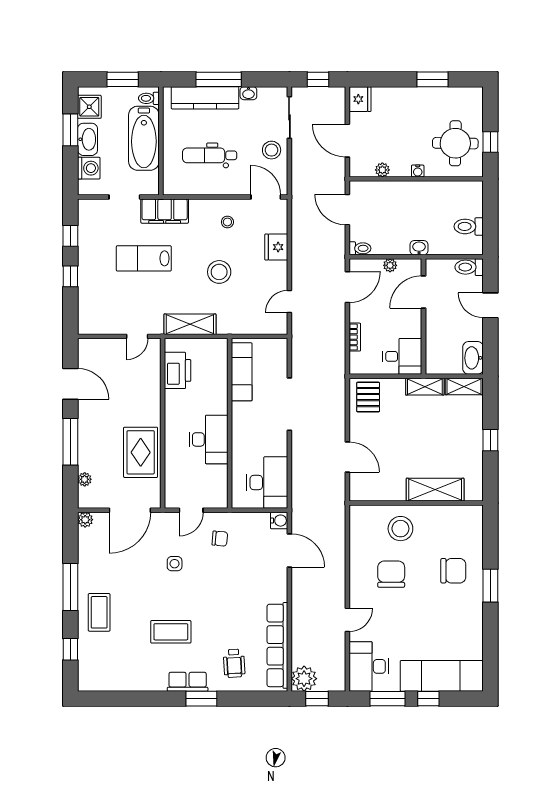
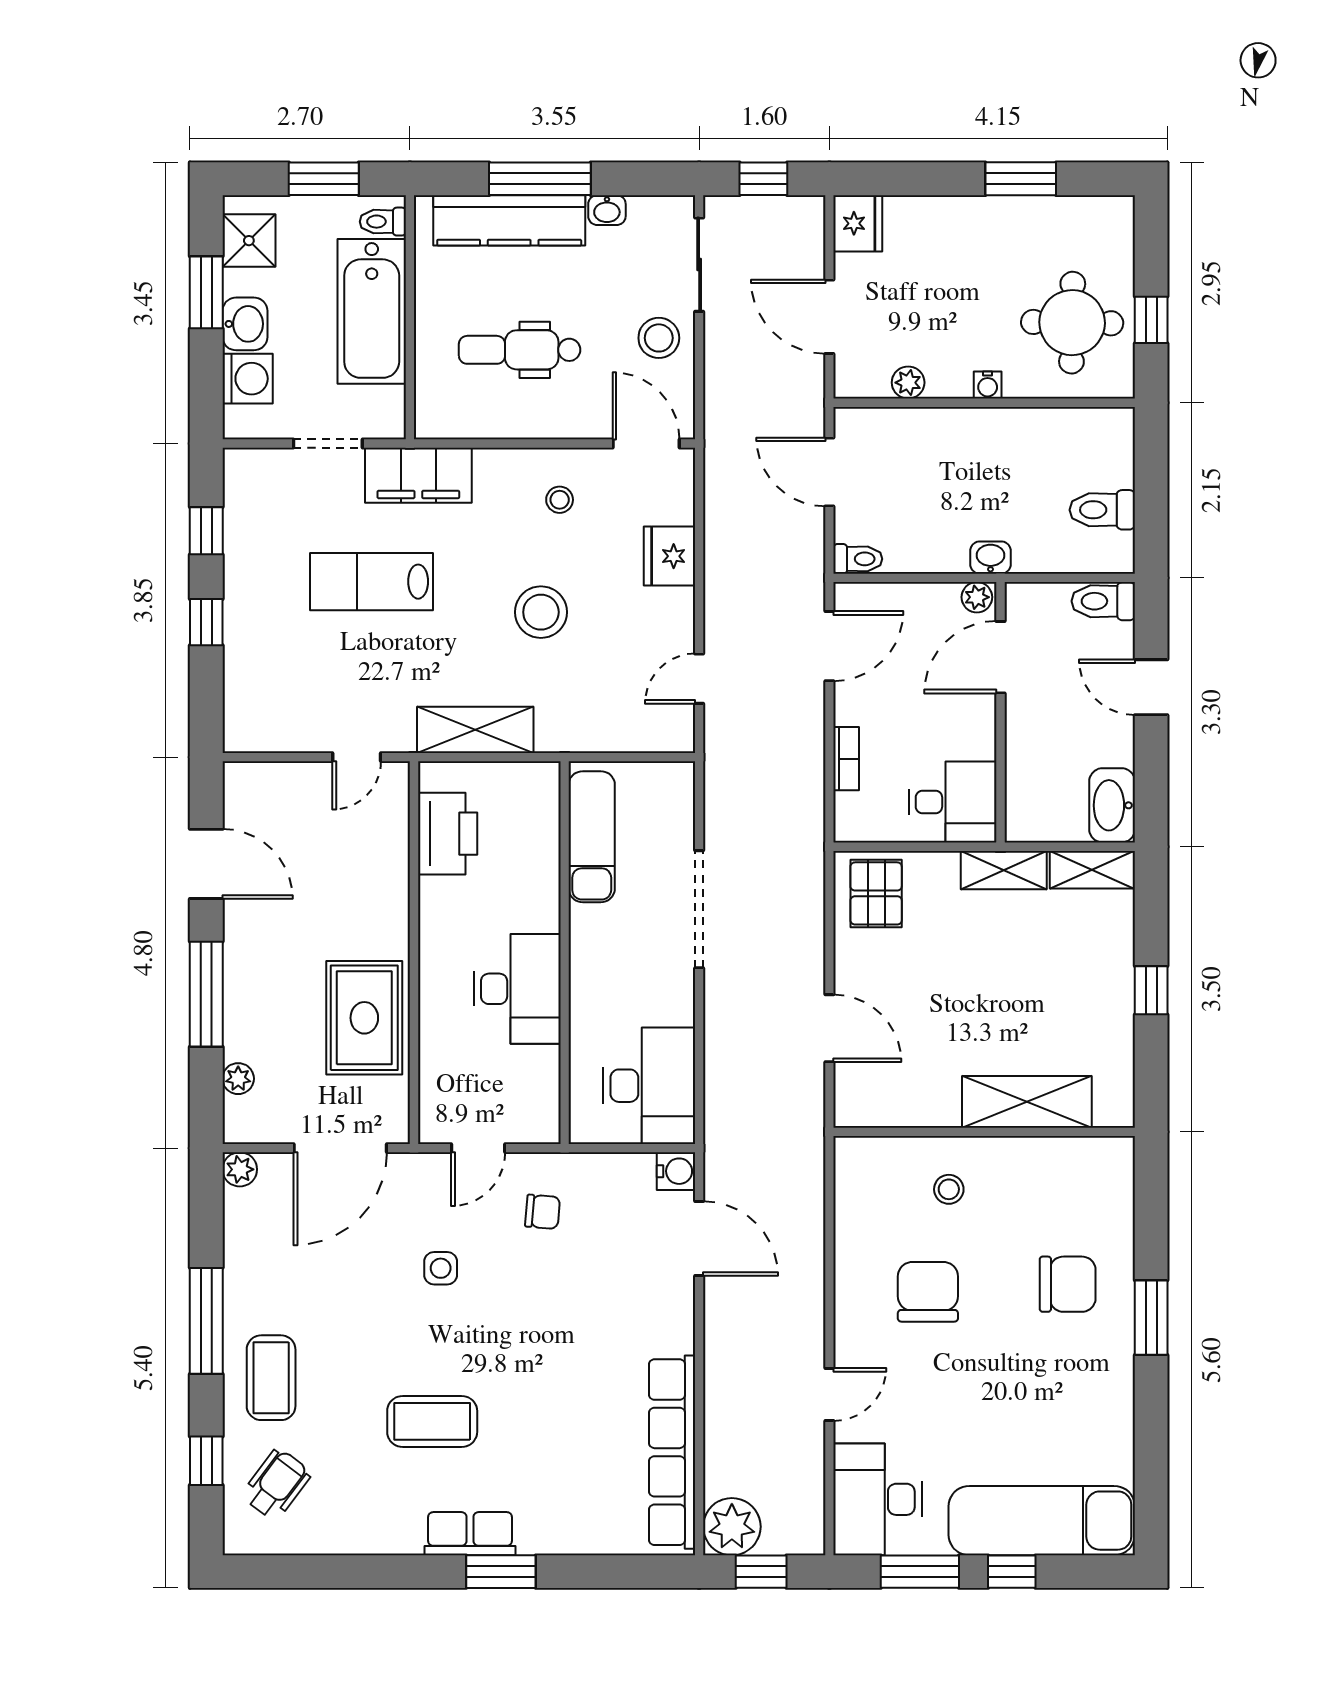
washbasin: (88, 139) -> (245, 324), width x0.72
plant: (390, 265) -> (977, 597), moved
stool: (400, 529) -> (949, 1189), width x0.53, depth x0.53
wheelchair: (234, 663) -> (277, 1484), moved, turned -140

